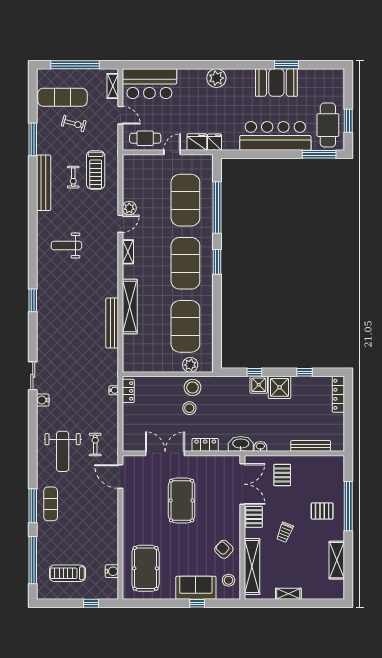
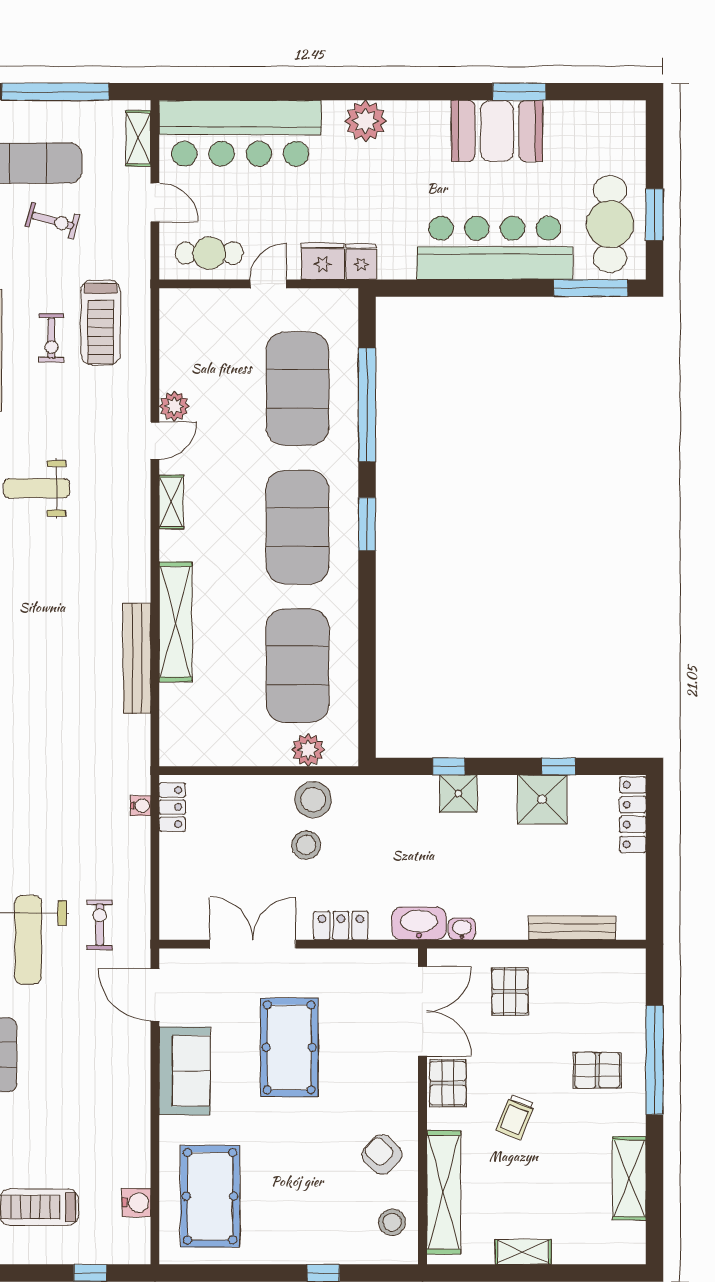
bar counter: (149, 84) -> (240, 133), width x1.36
shower: (280, 387) -> (542, 799), moved
sofa: (196, 588) -> (185, 1071), moved, turned 90

